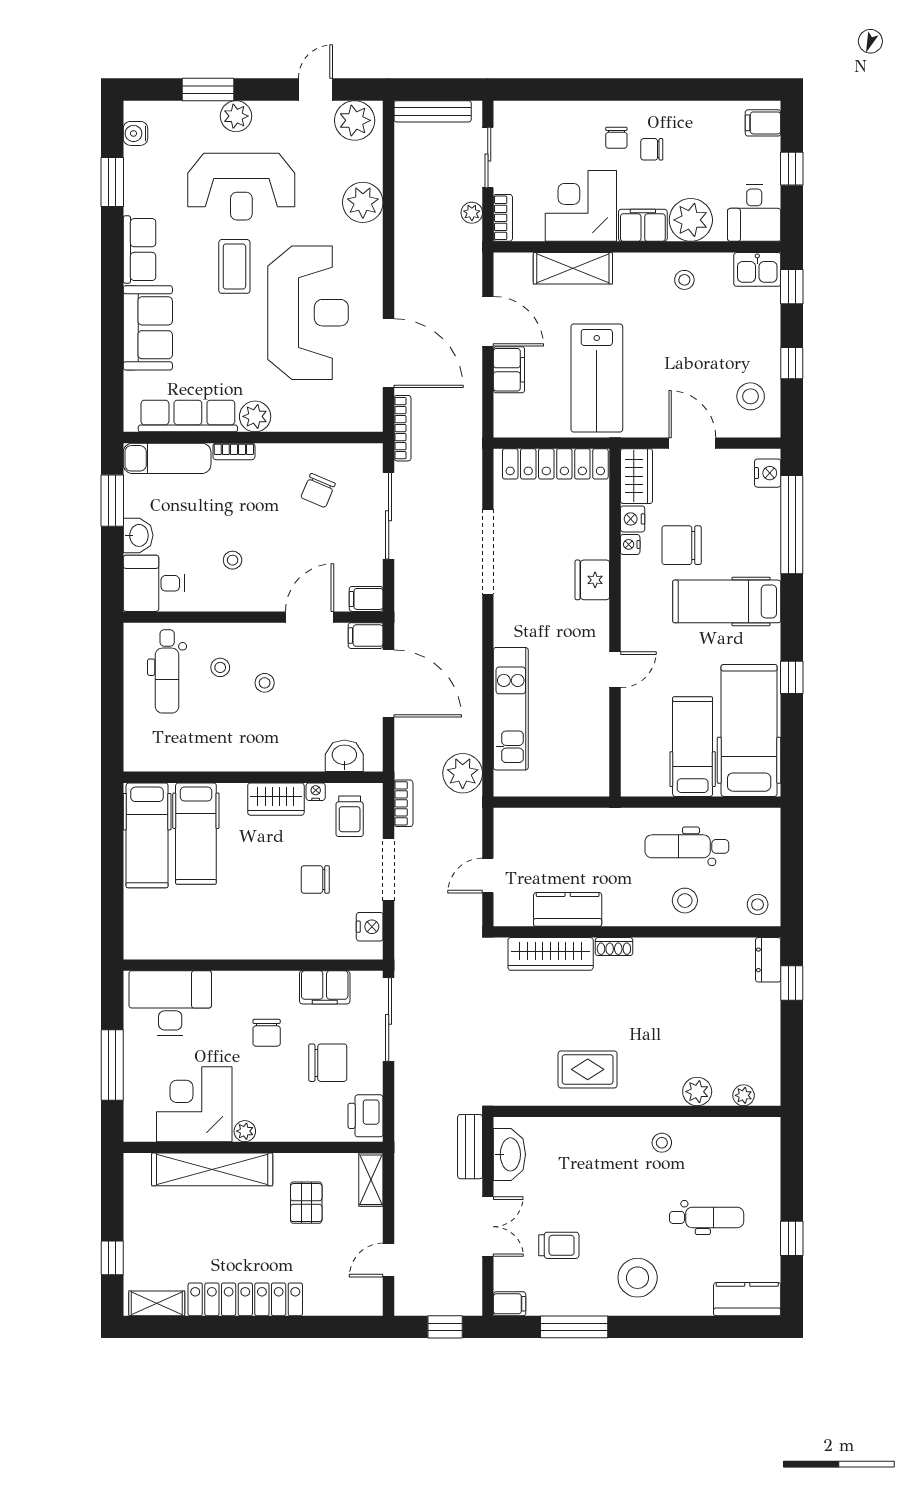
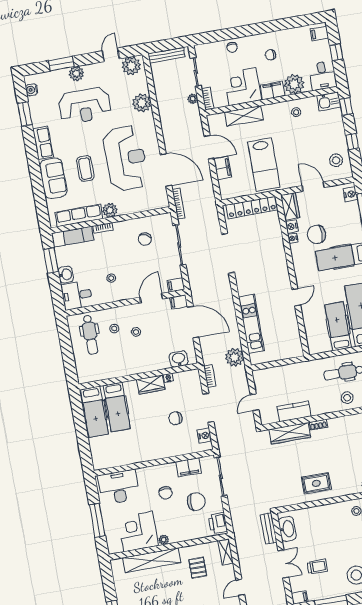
chair: (616, 138) -> (232, 47), moved
coffee table: (234, 266) -> (85, 169), moved
fridge: (592, 580) -> (278, 258), removed
trolley: (350, 816) -> (186, 386), removed

